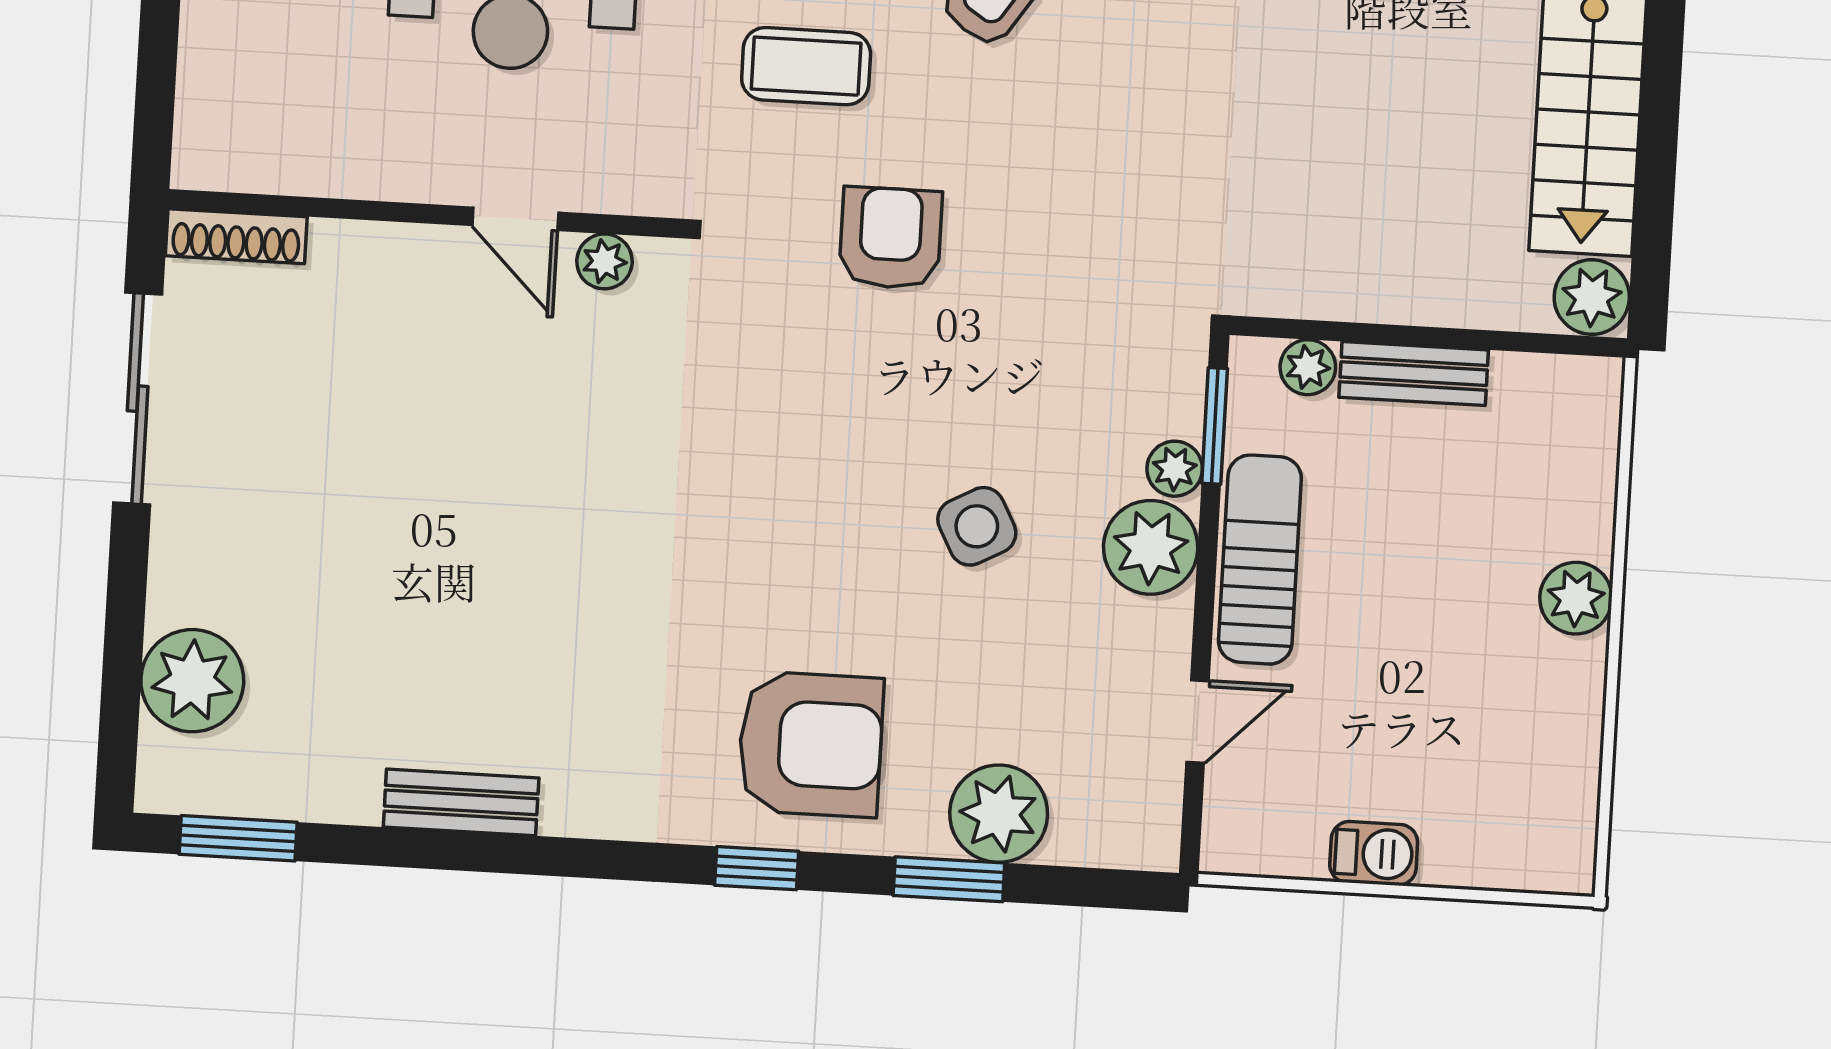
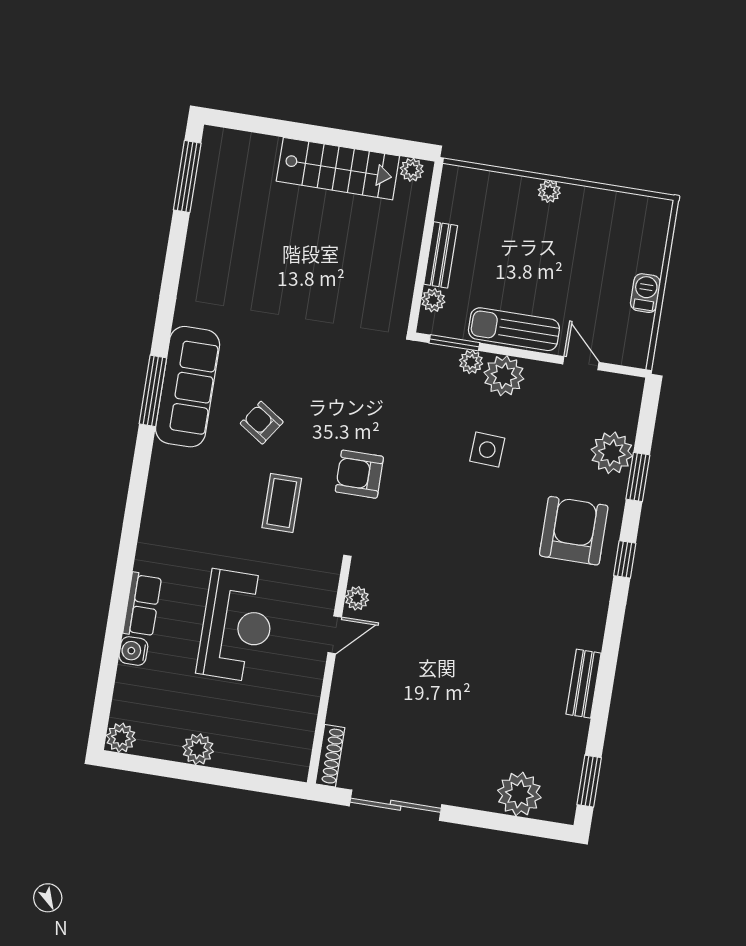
plant: (1592, 297) -> (412, 170), width x0.73, depth x0.73
side table: (977, 526) -> (487, 450), turned 31
plant: (1576, 598) -> (549, 191), width x0.73, depth x0.73

